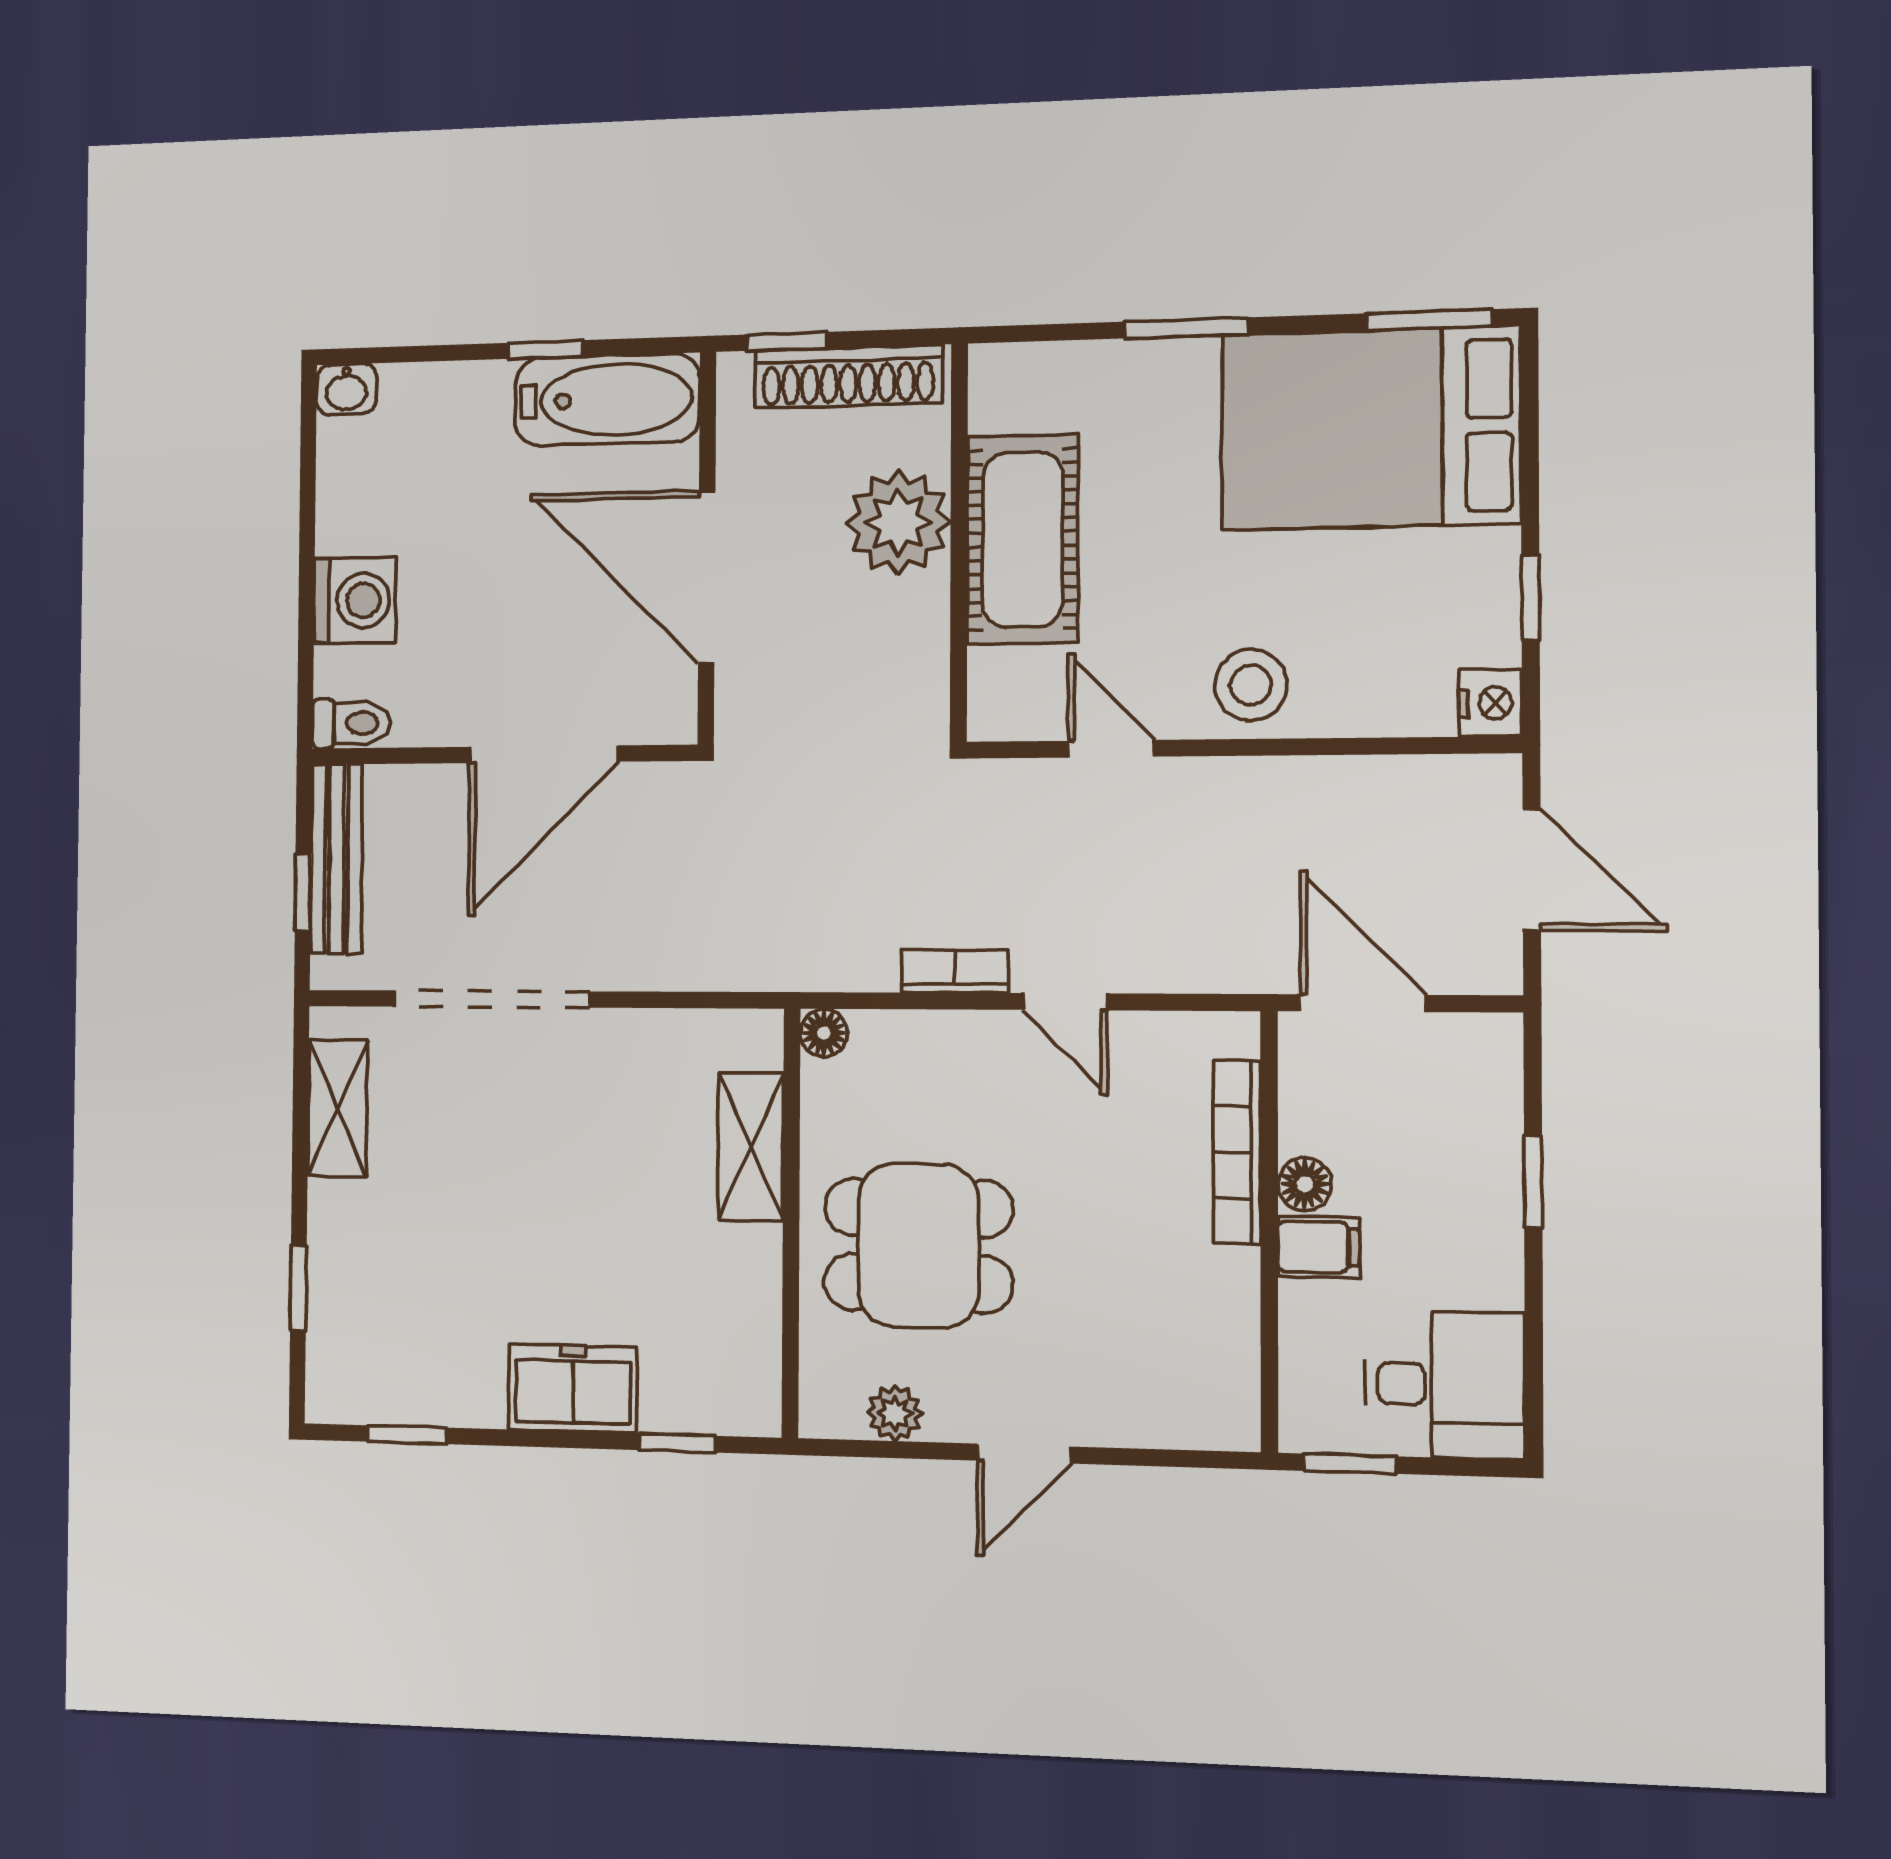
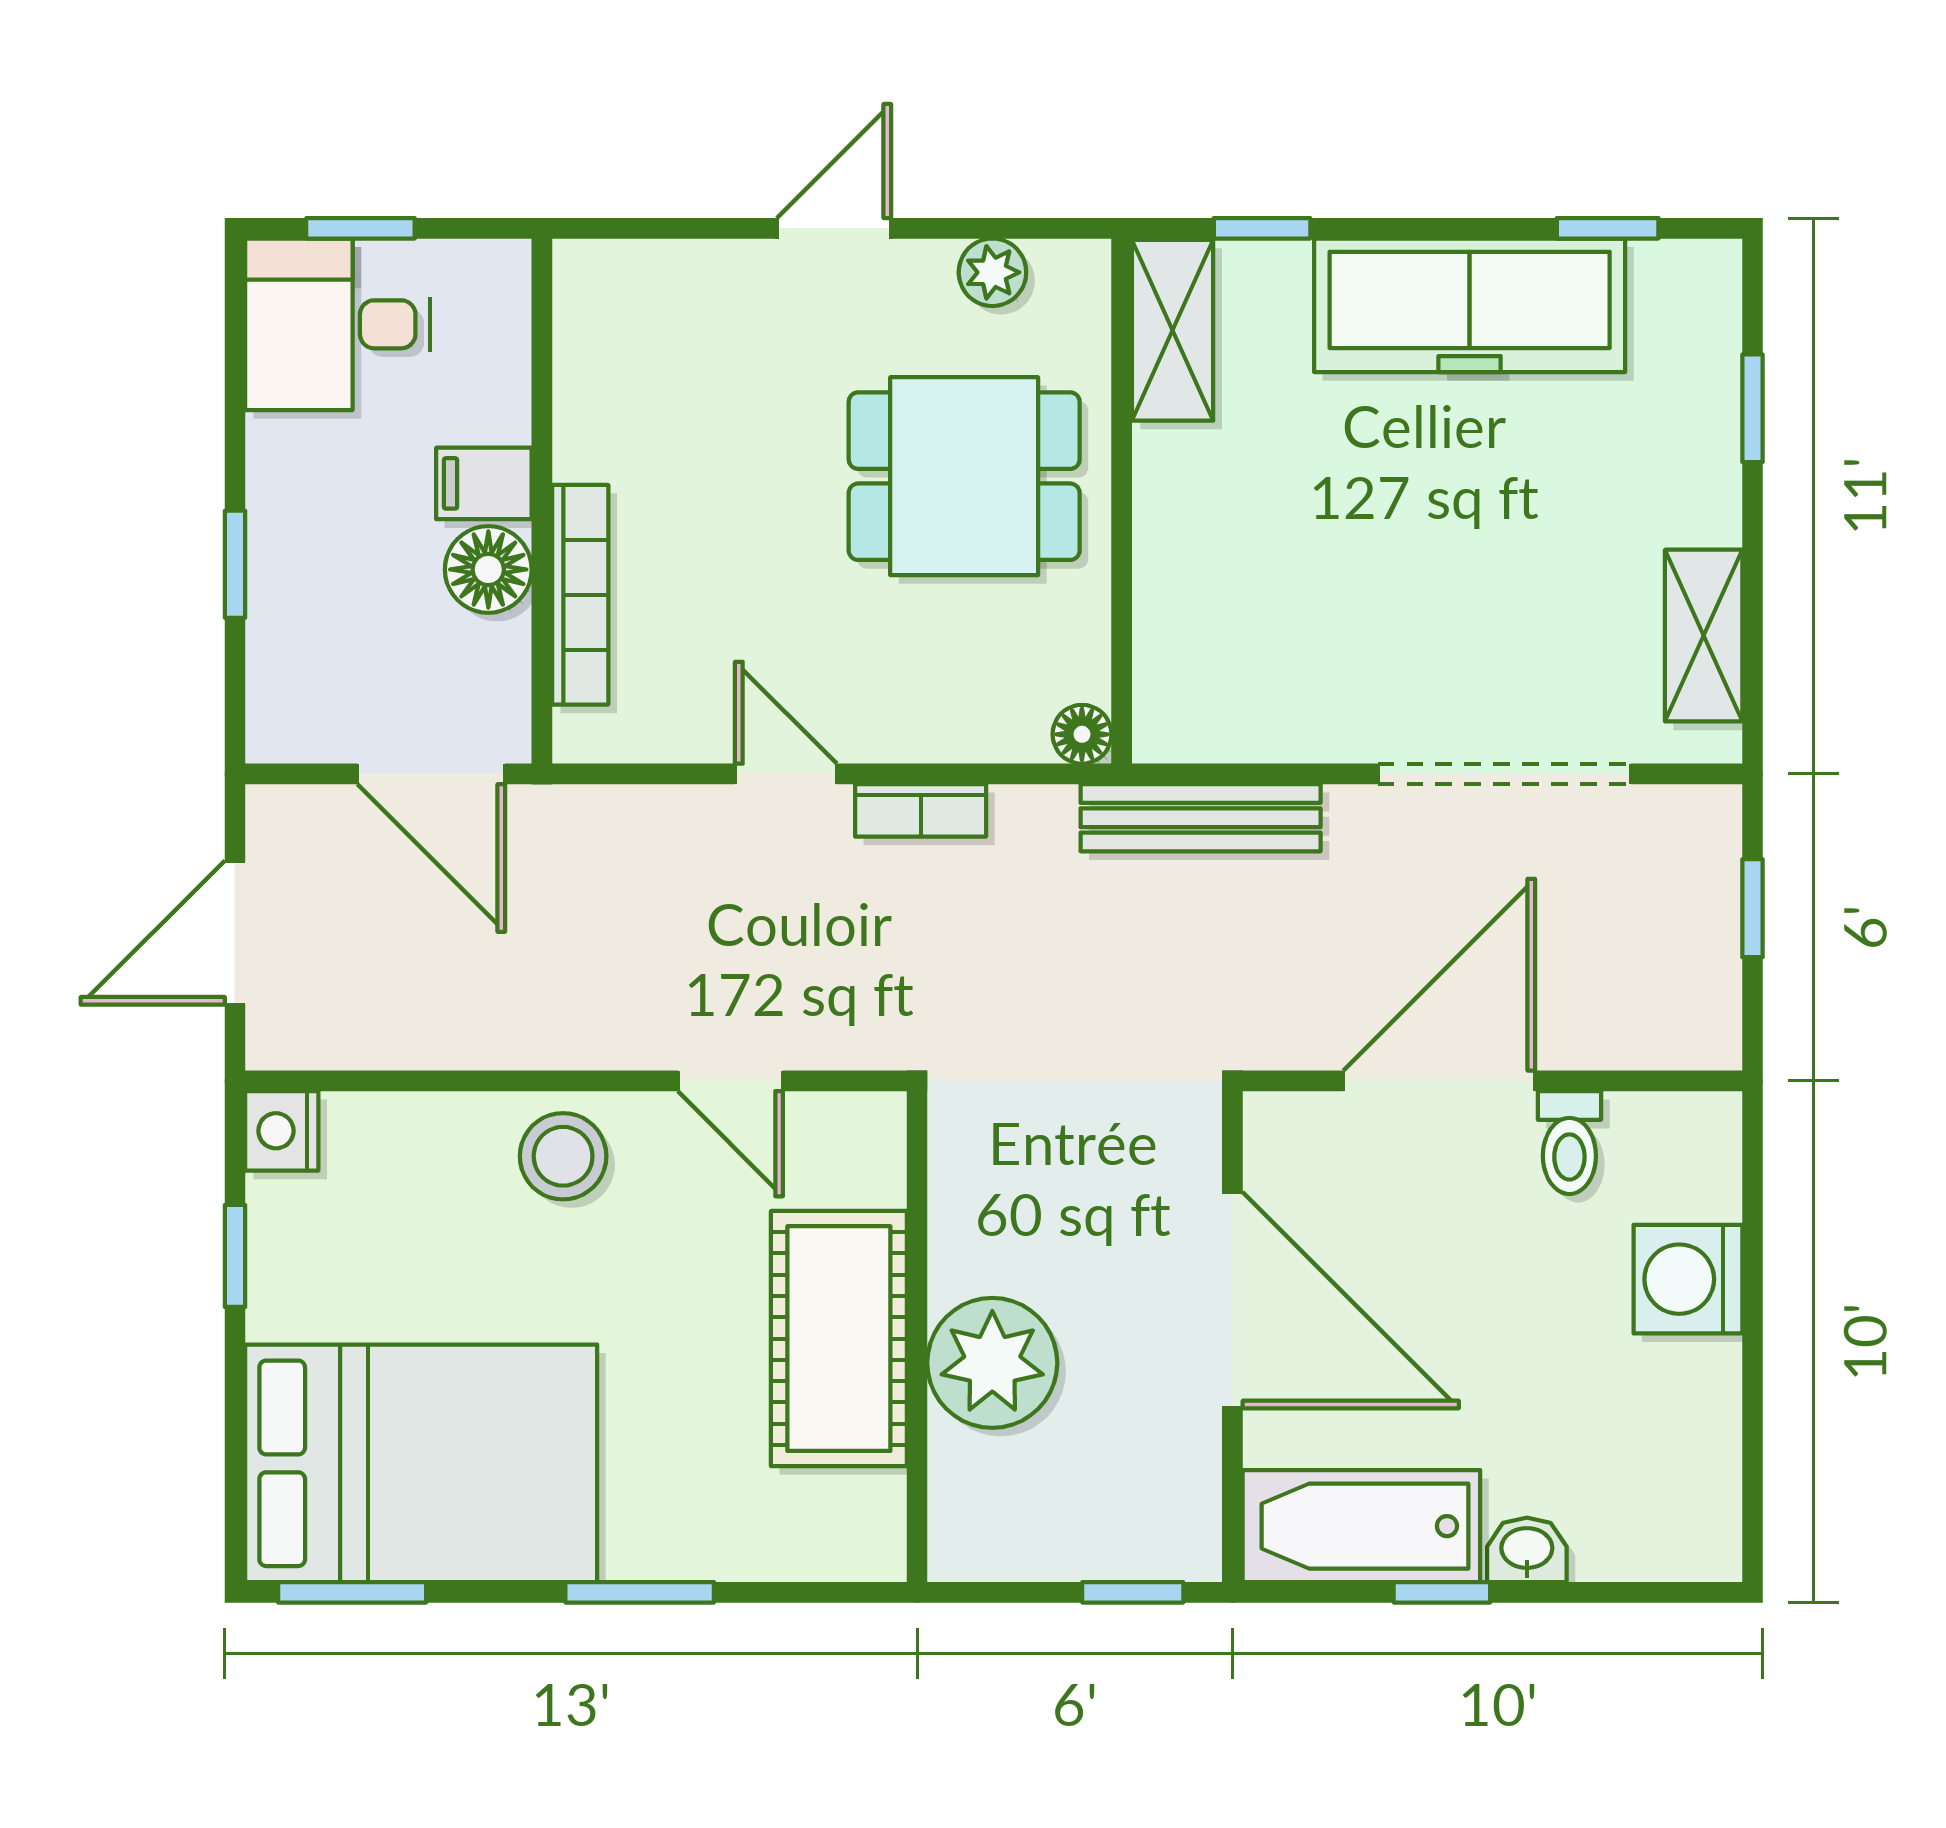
shoe rack: (848, 377) -> (1056, 1546), removed
washbasin: (346, 389) -> (1527, 1550), moved
toilet: (352, 723) -> (1569, 1143), moved, turned -90
bench: (336, 859) -> (1201, 818), moved, turned 90
door: (1532, 870) -> (235, 933), hinge flipped
shelving: (751, 1147) -> (1173, 330), moved
floor lamp: (1305, 1184) -> (488, 569), width x1.37, depth x1.37
freezer: (573, 1389) -> (1470, 305), width x1.91, depth x1.26
window: (1350, 1464) -> (360, 228), moved

